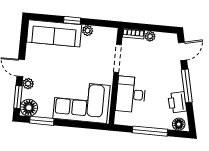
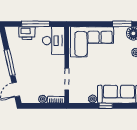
desk: (131, 94) -> (54, 41), moved
printer: (177, 102) -> (27, 33), moved, turned 103
floor lamp: (179, 124) -> (13, 32), removed

